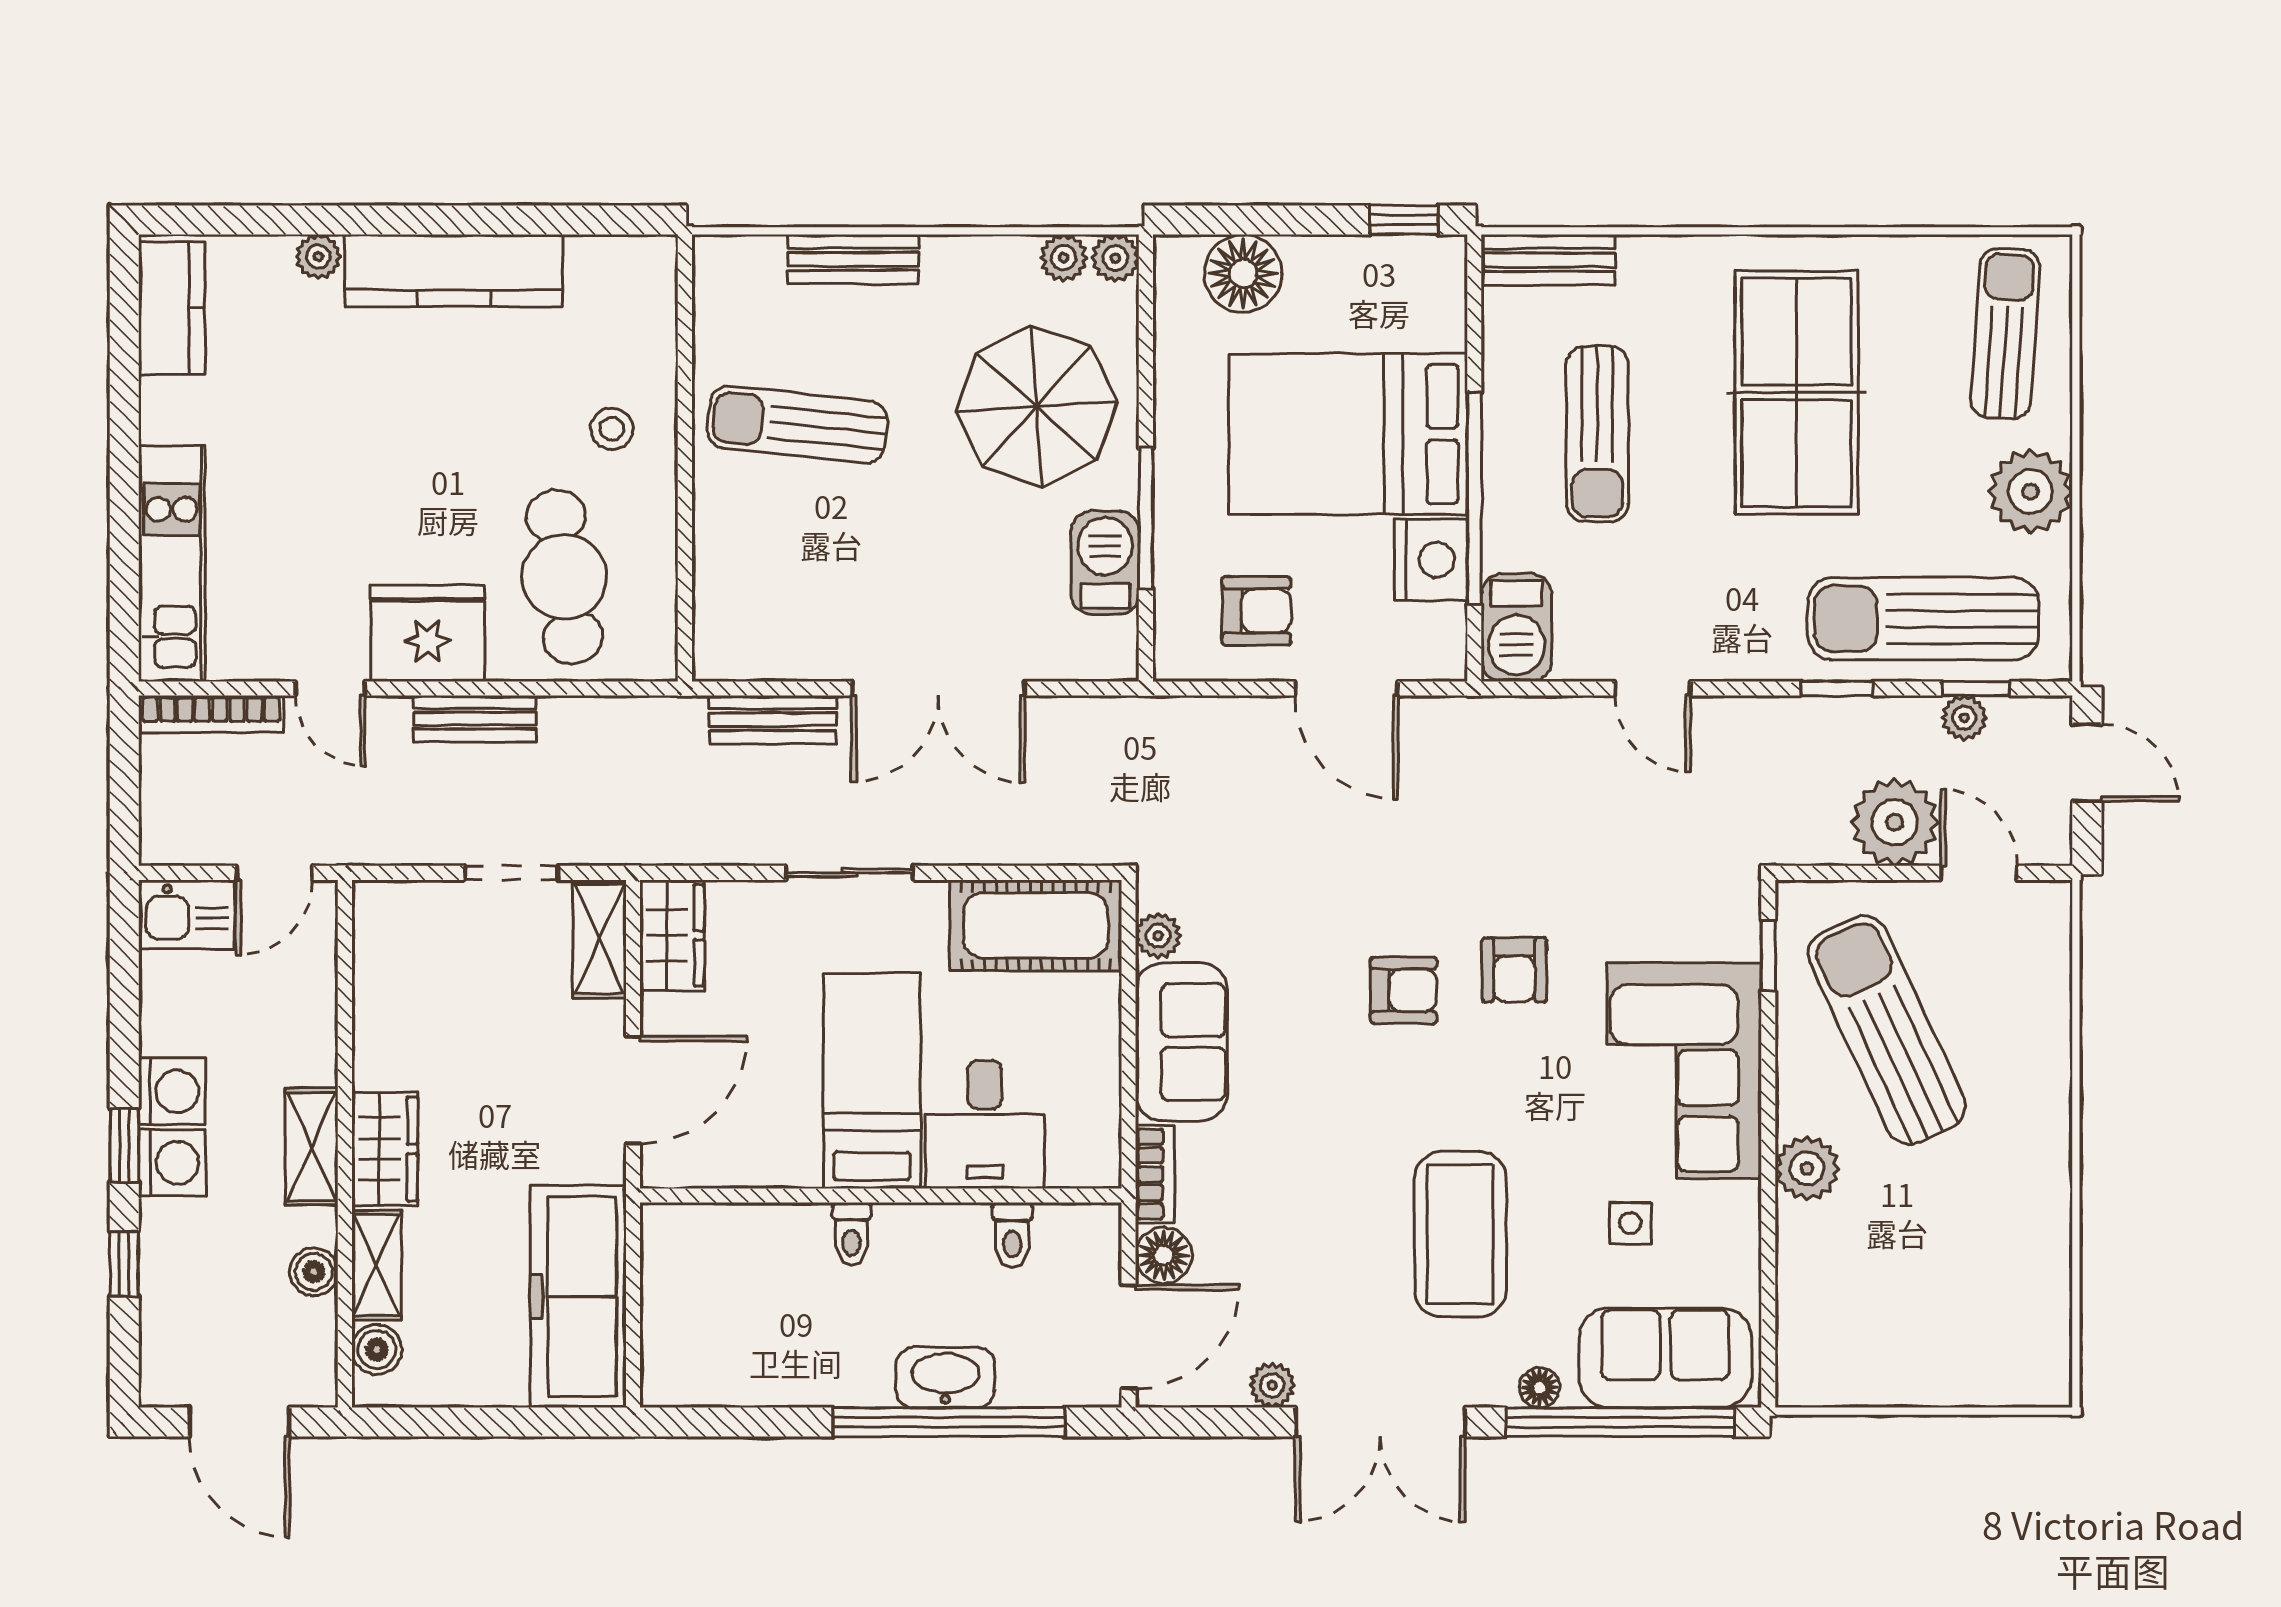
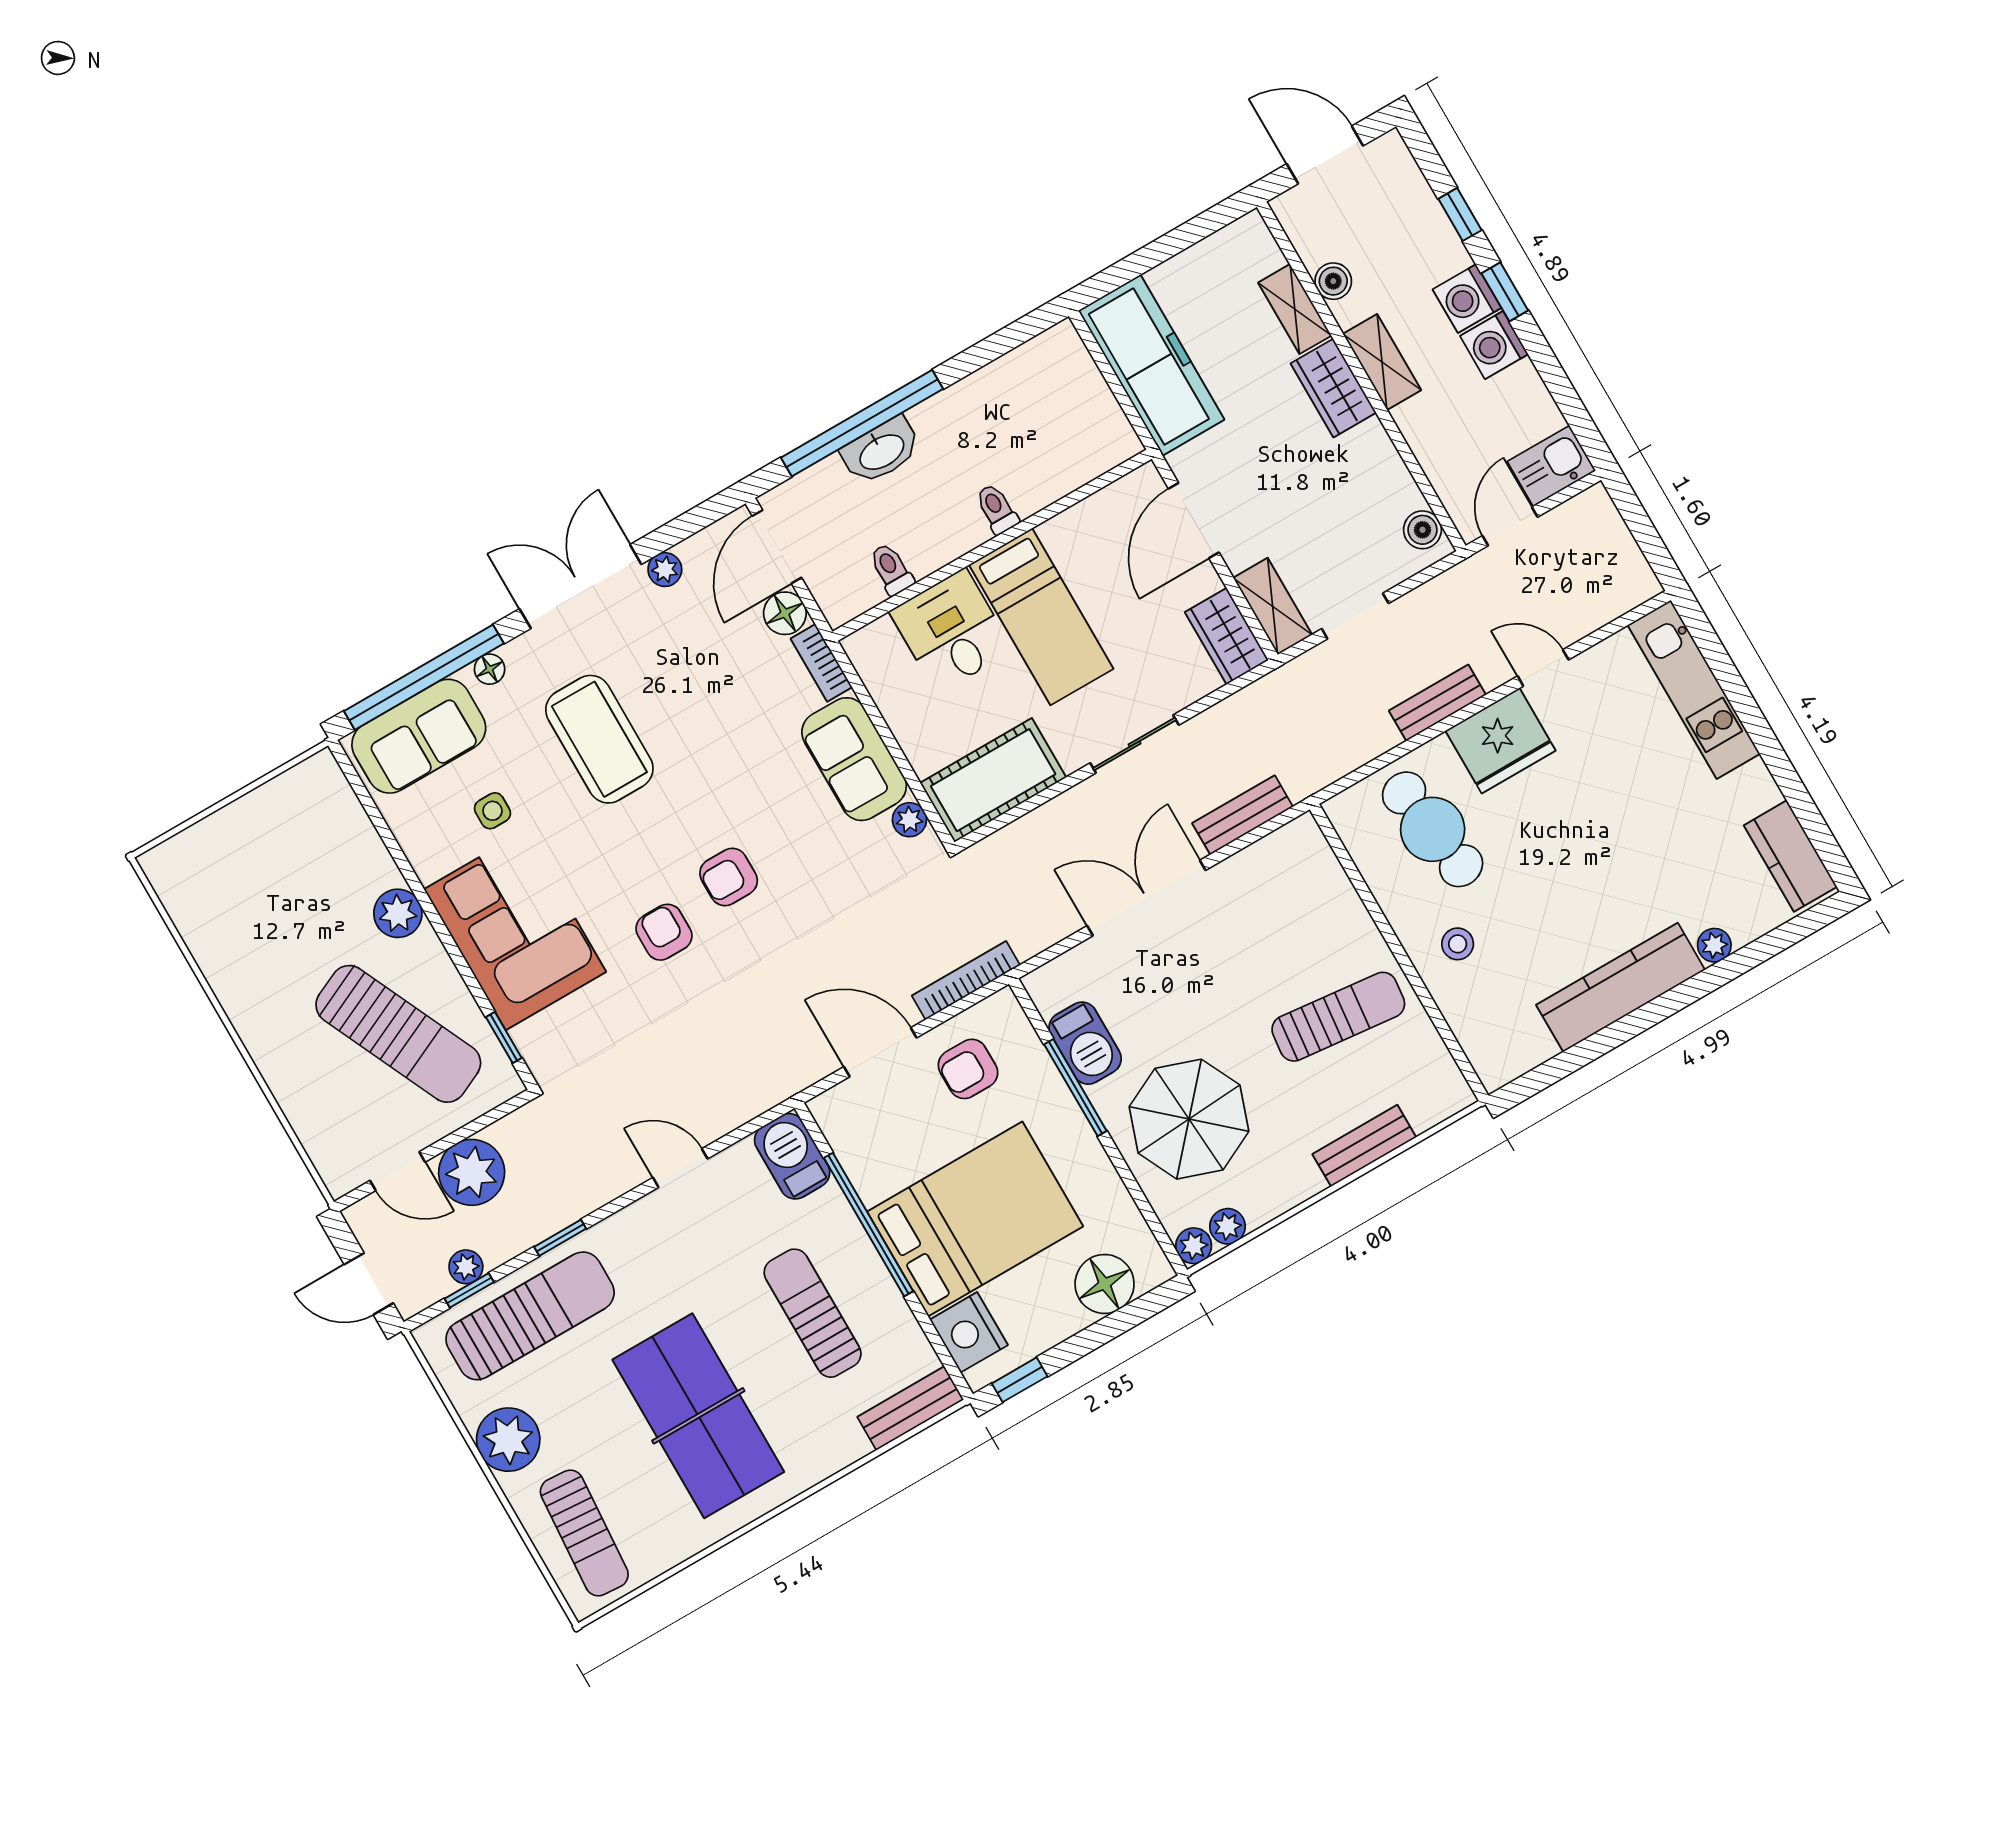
nightstand: (1431, 560) -> (969, 1332), moved
bookcase: (211, 714) -> (966, 980), moved
boiler: (377, 1350) -> (1422, 530), moved

